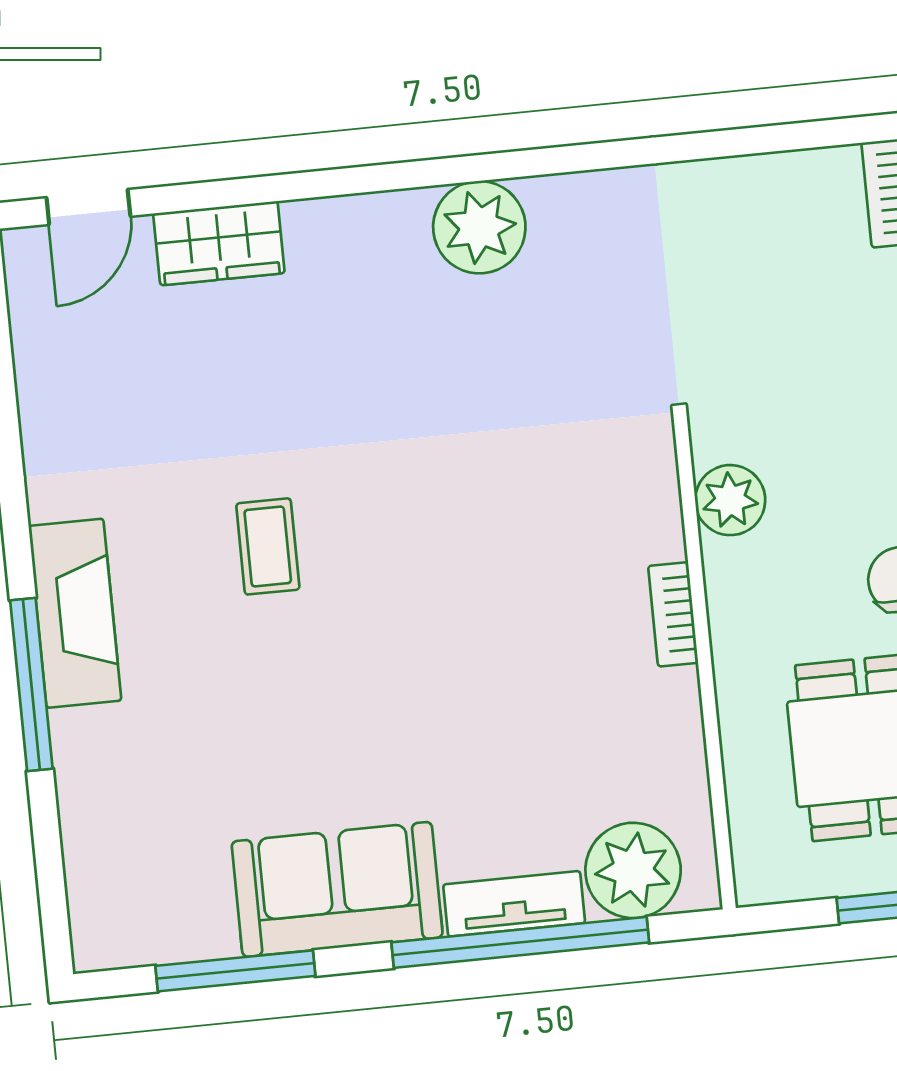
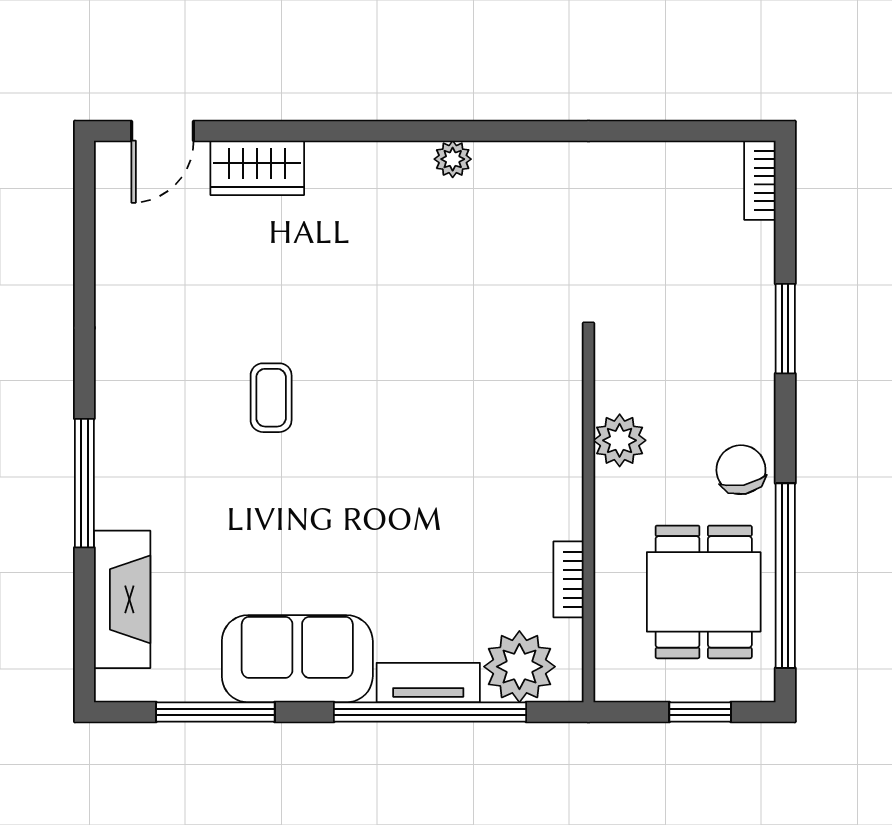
plant: (479, 227) -> (453, 159), width x0.53, depth x0.53
plant: (730, 500) -> (620, 440), moved
fireplace: (75, 613) -> (122, 599), moved
bookcase: (673, 614) -> (568, 579), moved

